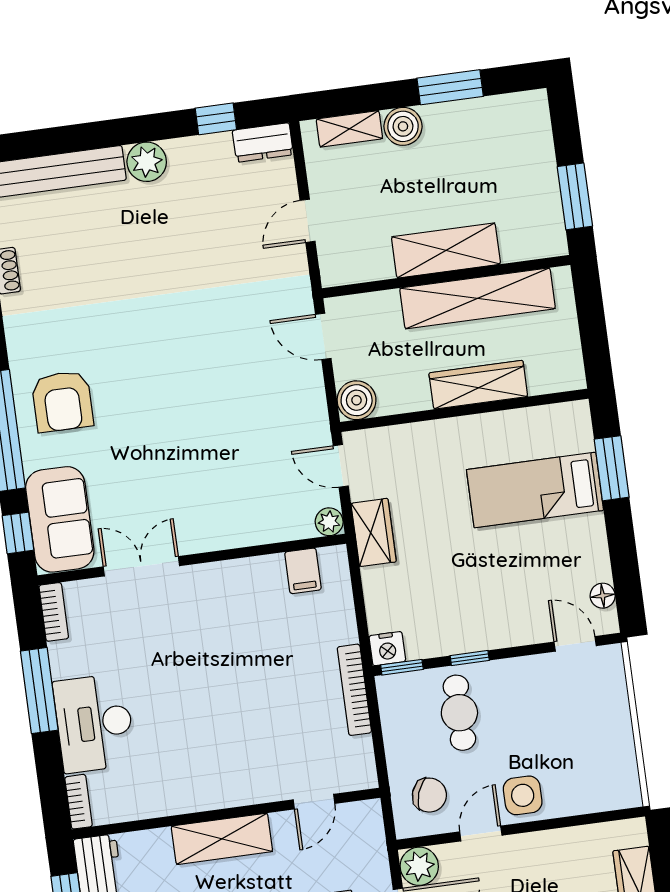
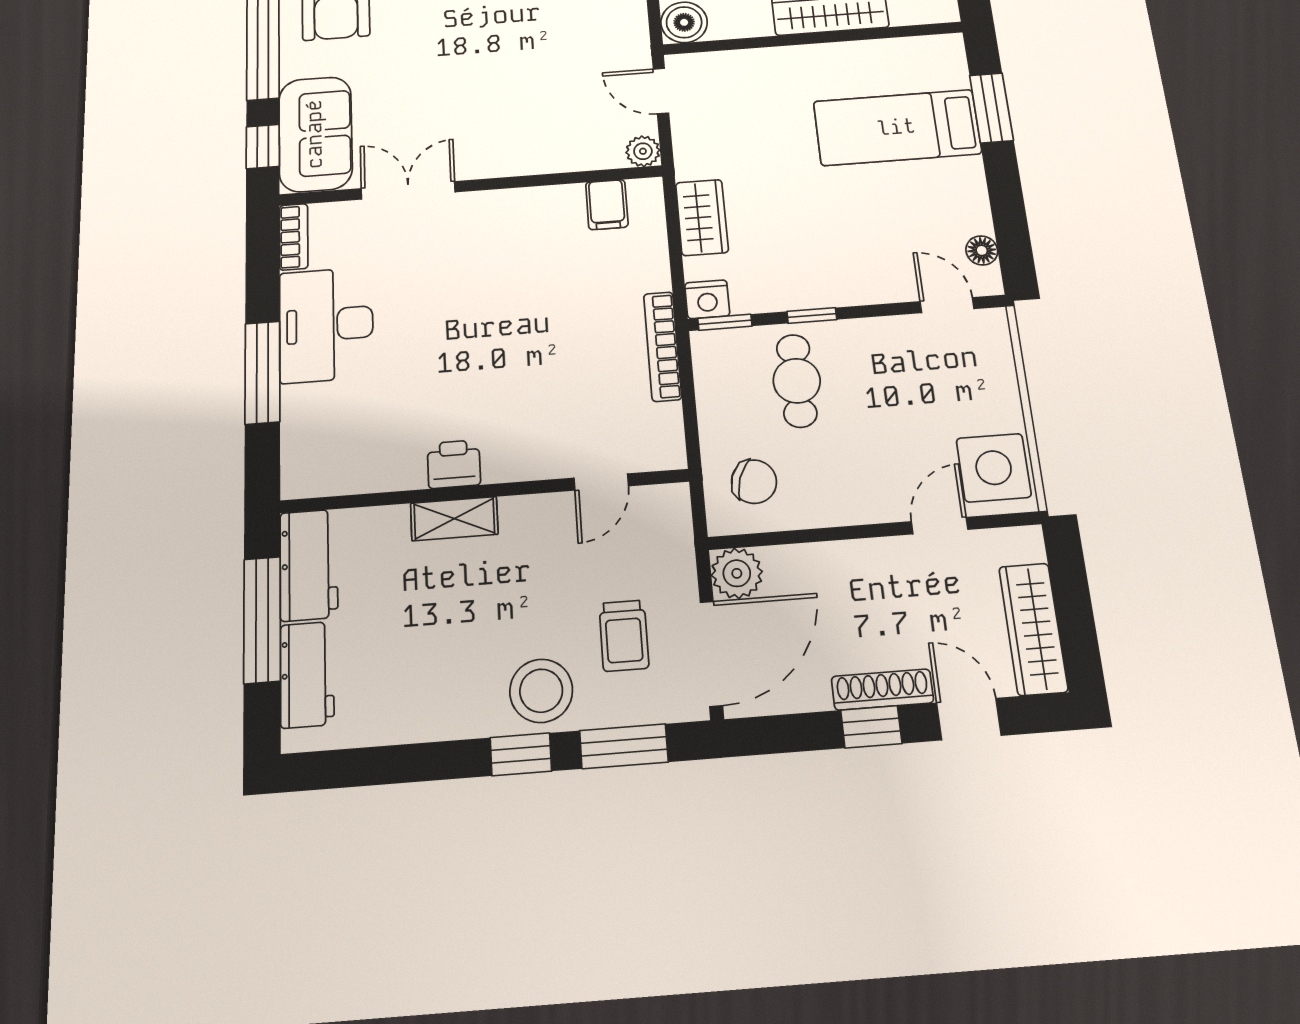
wardrobe: (374, 533) -> (702, 217), moved
window: (39, 691) -> (262, 372), moved
desk: (94, 723) -> (326, 325), moved
printer: (201, 794) -> (454, 464), added
side table: (523, 795) -> (994, 468), moved, width x1.37, depth x1.37
bookcase: (79, 802) -> (294, 466), removed
door: (481, 834) -> (939, 526), moved
shelving: (222, 839) -> (454, 519), width x0.67, depth x0.75

